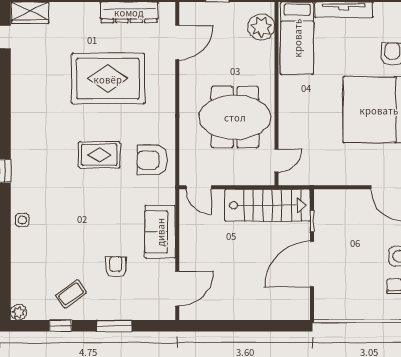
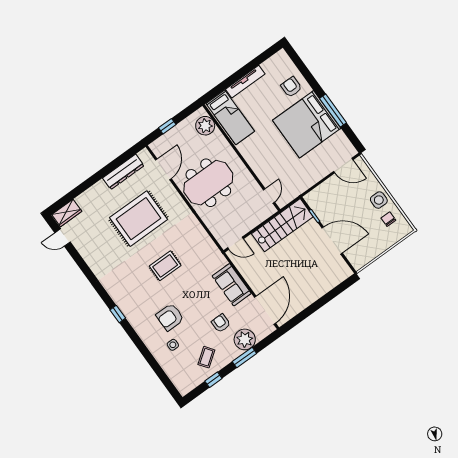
meeting table: (235, 117) -> (208, 183), moved
armchair: (152, 160) -> (170, 317), moved
side table: (22, 220) -> (173, 345), moved
door: (312, 264) -> (332, 240), swing flipped
door: (177, 289) -> (265, 310), width x1.36
plant: (19, 312) -> (245, 339), moved, width x1.87, depth x1.87

